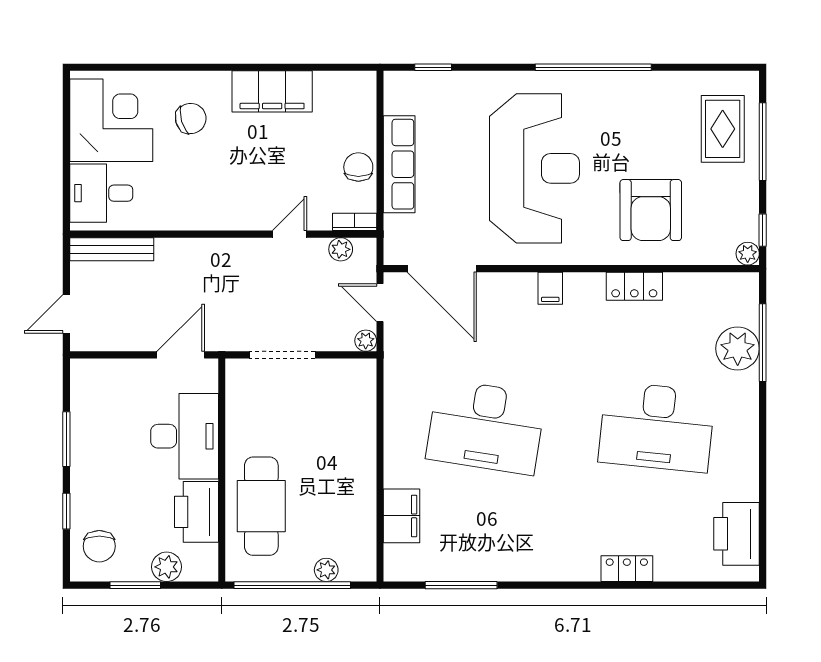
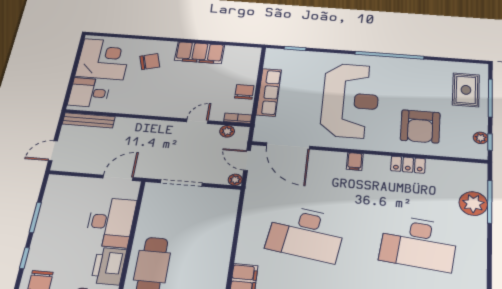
plant: (748, 254) -> (481, 138), moved

